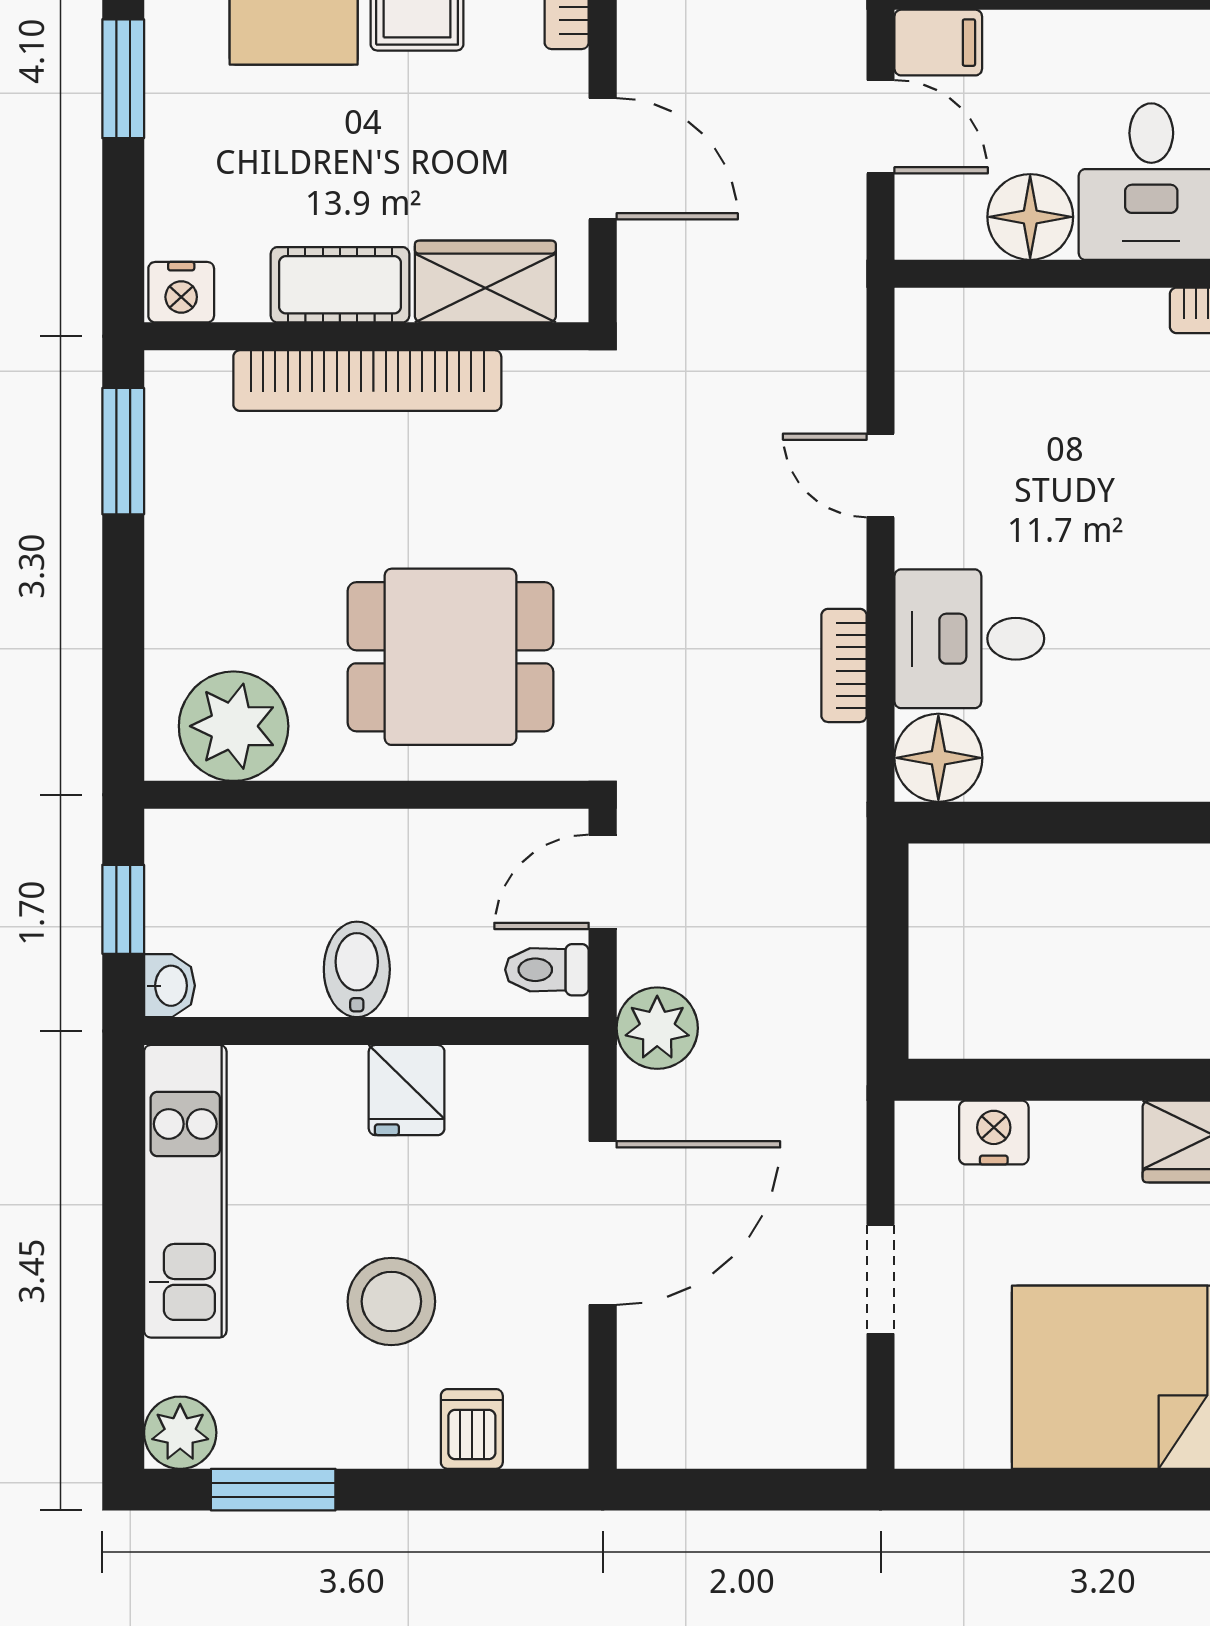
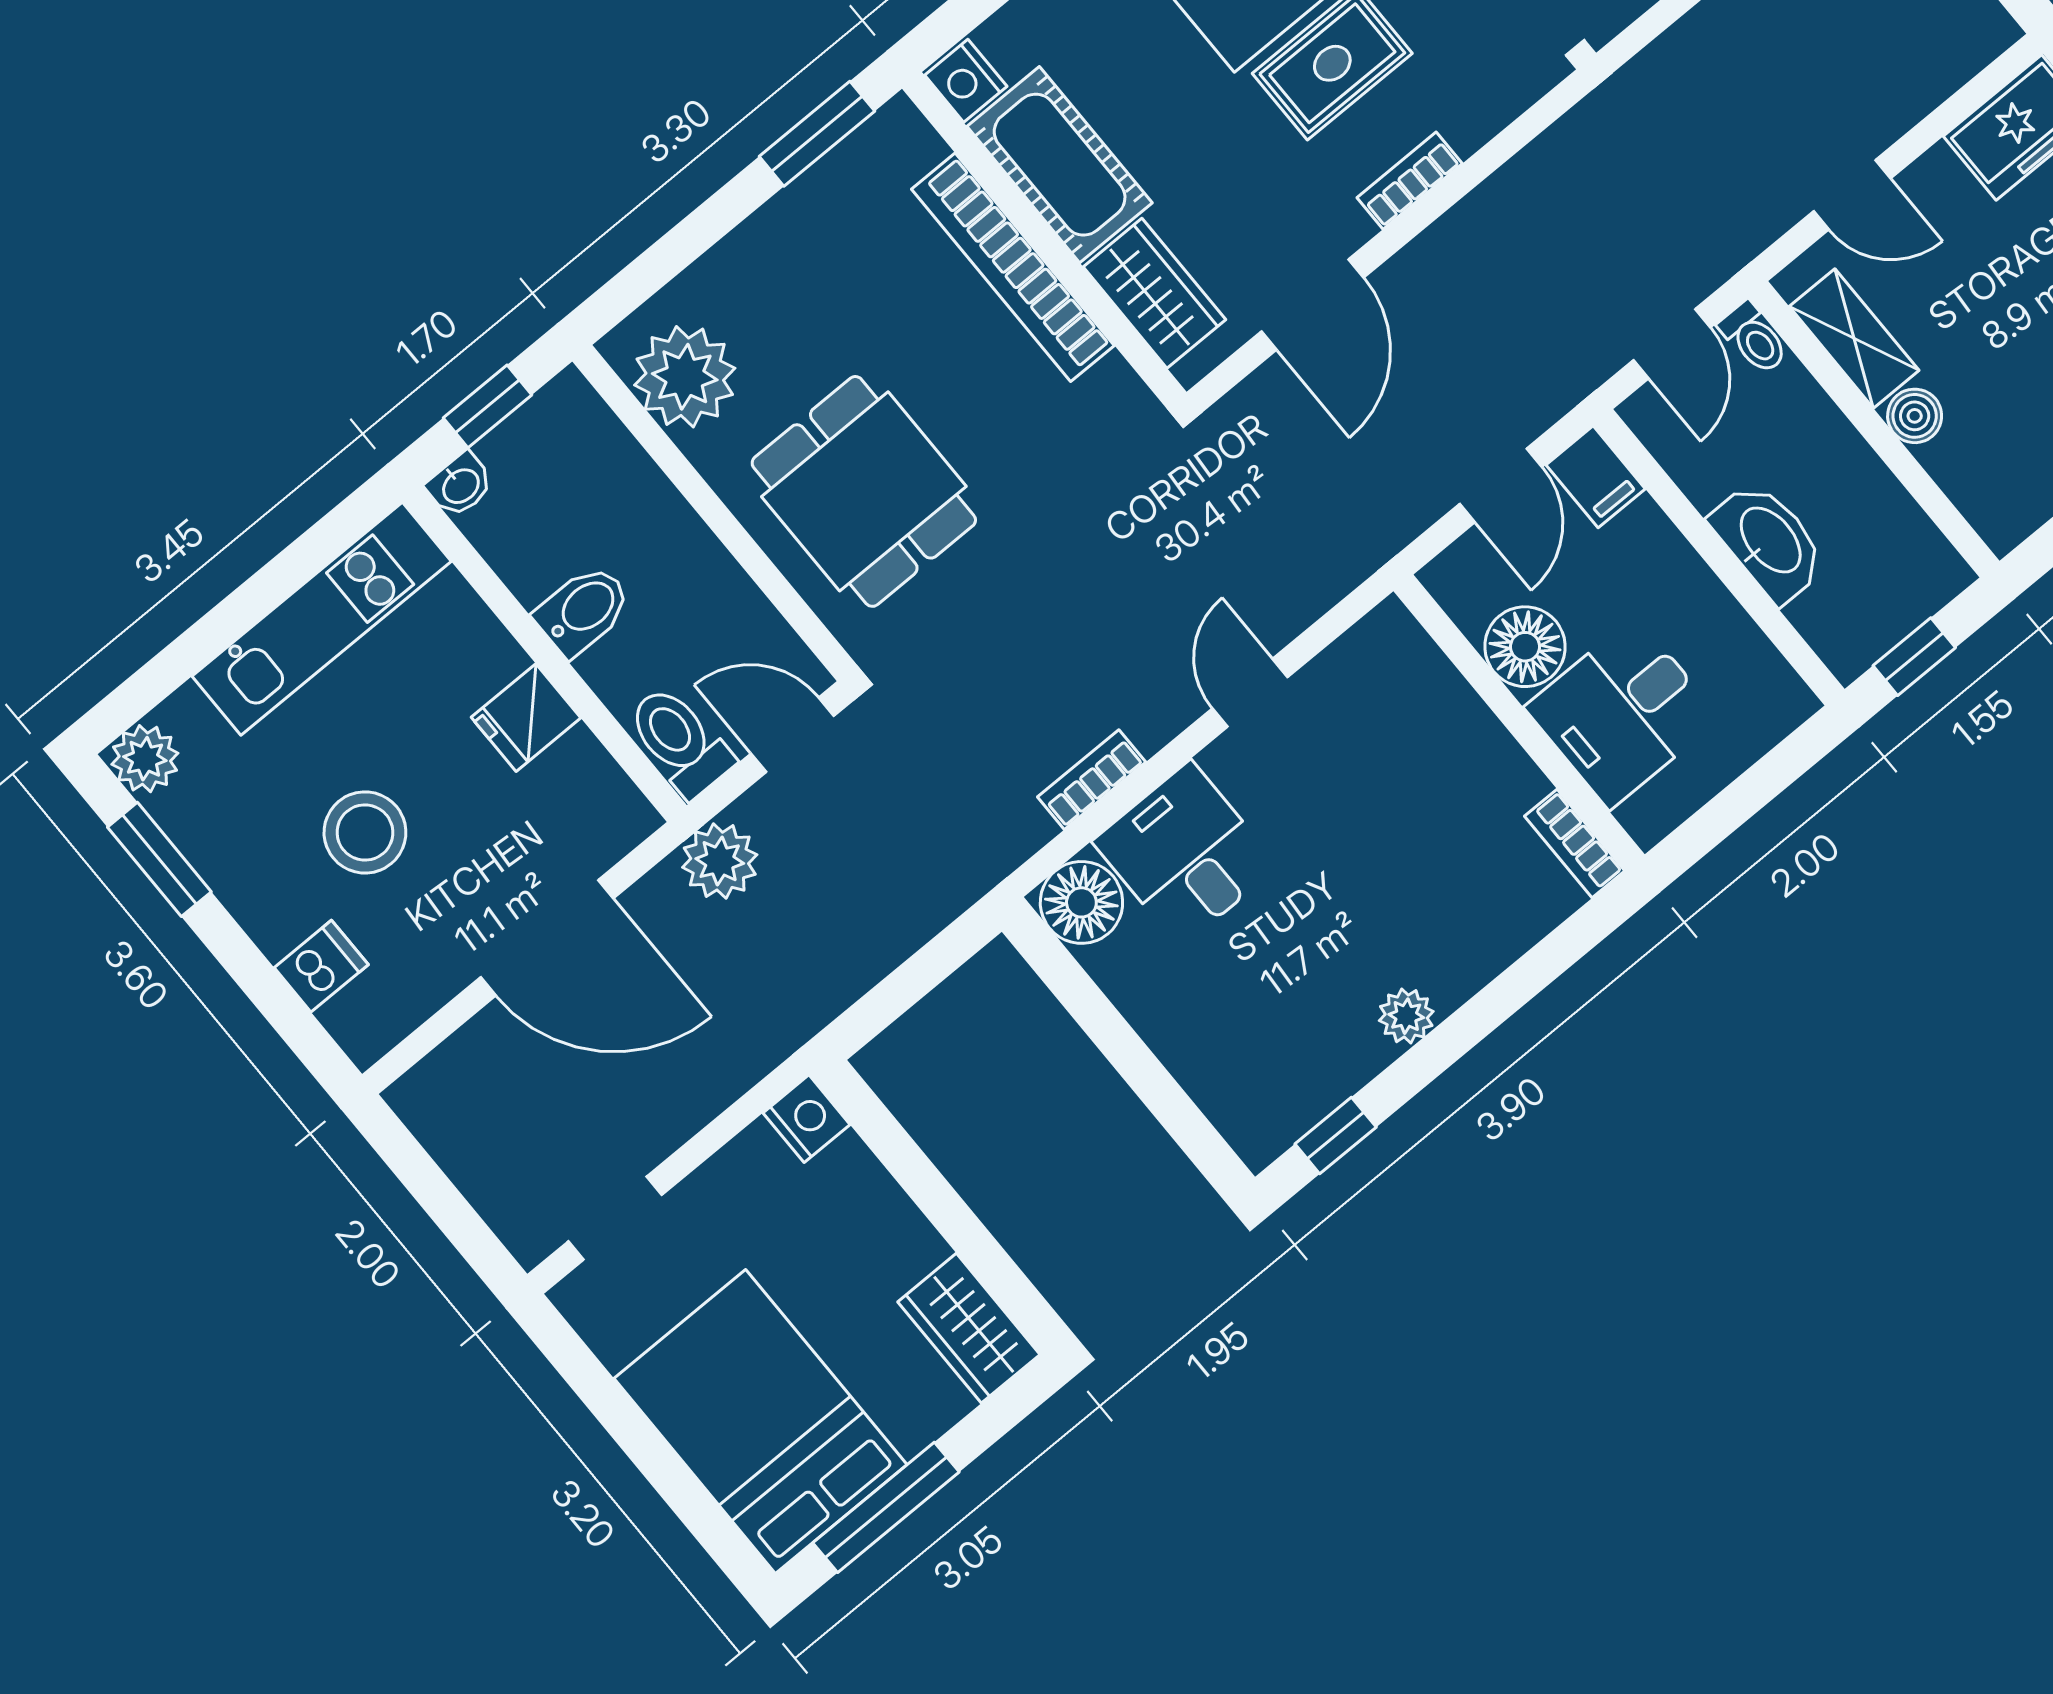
cot: (340, 285) -> (1060, 165), width x1.37, depth x1.34
toilet: (547, 970) -> (680, 741), width x1.37, depth x1.39
nightstand: (994, 1133) -> (806, 1119), moved
doorway: (881, 1279) -> (615, 1218), moved

